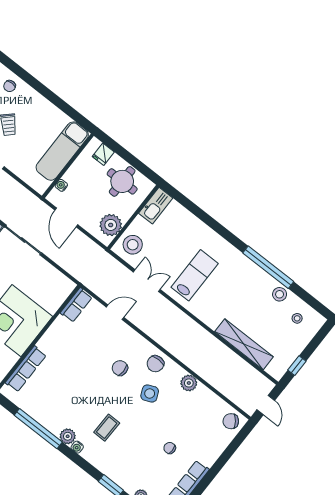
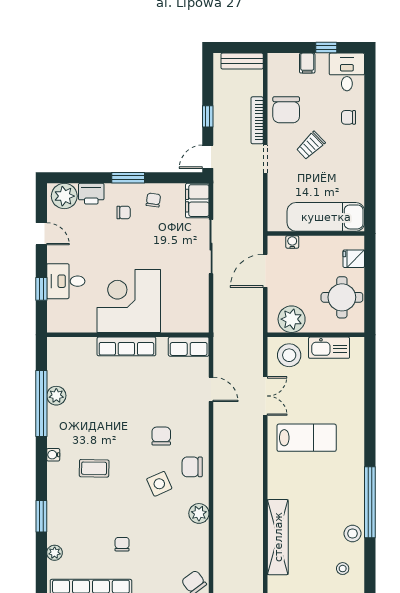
kitchen sink: (156, 206) -> (329, 348), moved
row of seats: (26, 369) -> (126, 346), moved
plant: (68, 436) -> (56, 396), moved

